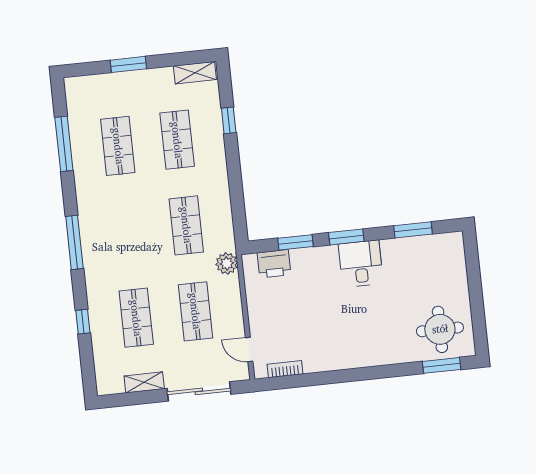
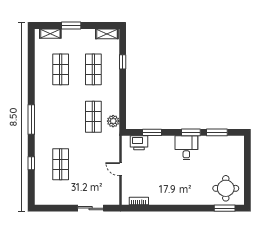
window: (64, 144) -> (31, 65), removed
window: (346, 237) -> (191, 132), moved
plant: (227, 263) -> (113, 121), moved
shop shelf: (195, 311) -> (93, 164), removed
door: (249, 350) -> (120, 169), moved
shelving: (144, 382) -> (50, 34), moved
sliding door: (199, 391) -> (91, 208), width x0.73

